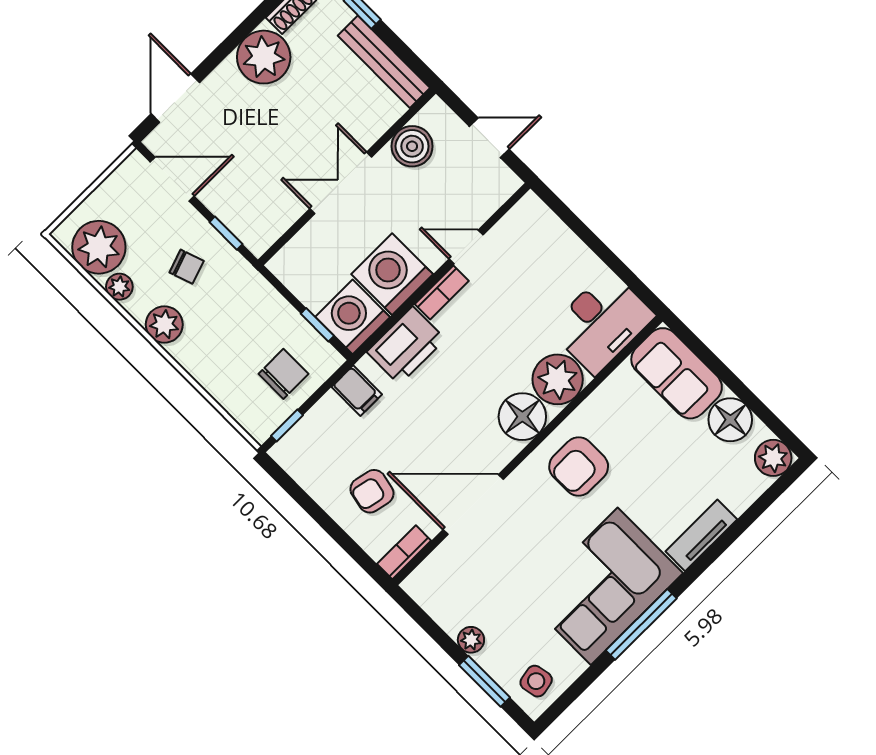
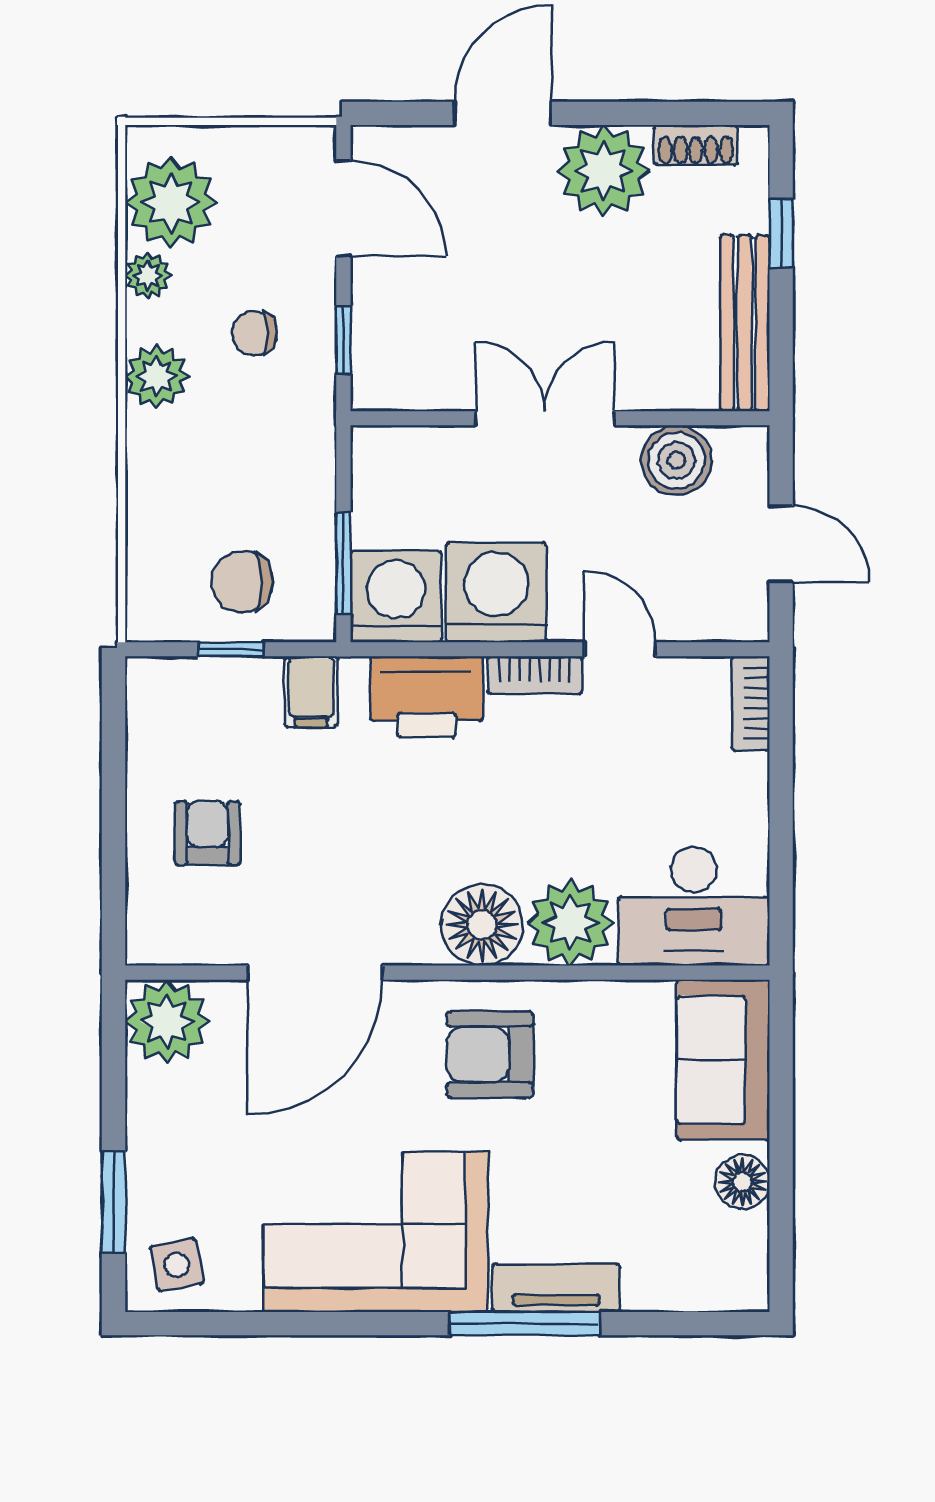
door: (175, 98) -> (503, 113), moved
chair: (187, 267) -> (254, 333), turned 109
window: (317, 325) -> (343, 563), width x1.50
chair: (283, 374) -> (242, 582), turned 180
floor lamp: (730, 420) -> (742, 1182), width x0.73, depth x0.73
window: (287, 425) -> (231, 649), moved
plant: (773, 458) -> (738, 1281), removed
armchair: (372, 491) -> (207, 833), turned 78
door: (473, 504) -> (315, 973), swing flipped
bookcase: (404, 552) -> (751, 703), moved, turned -90
window: (641, 624) -> (525, 1324), moved
plant: (471, 640) -> (167, 1022), moved, width x1.88, depth x1.88

